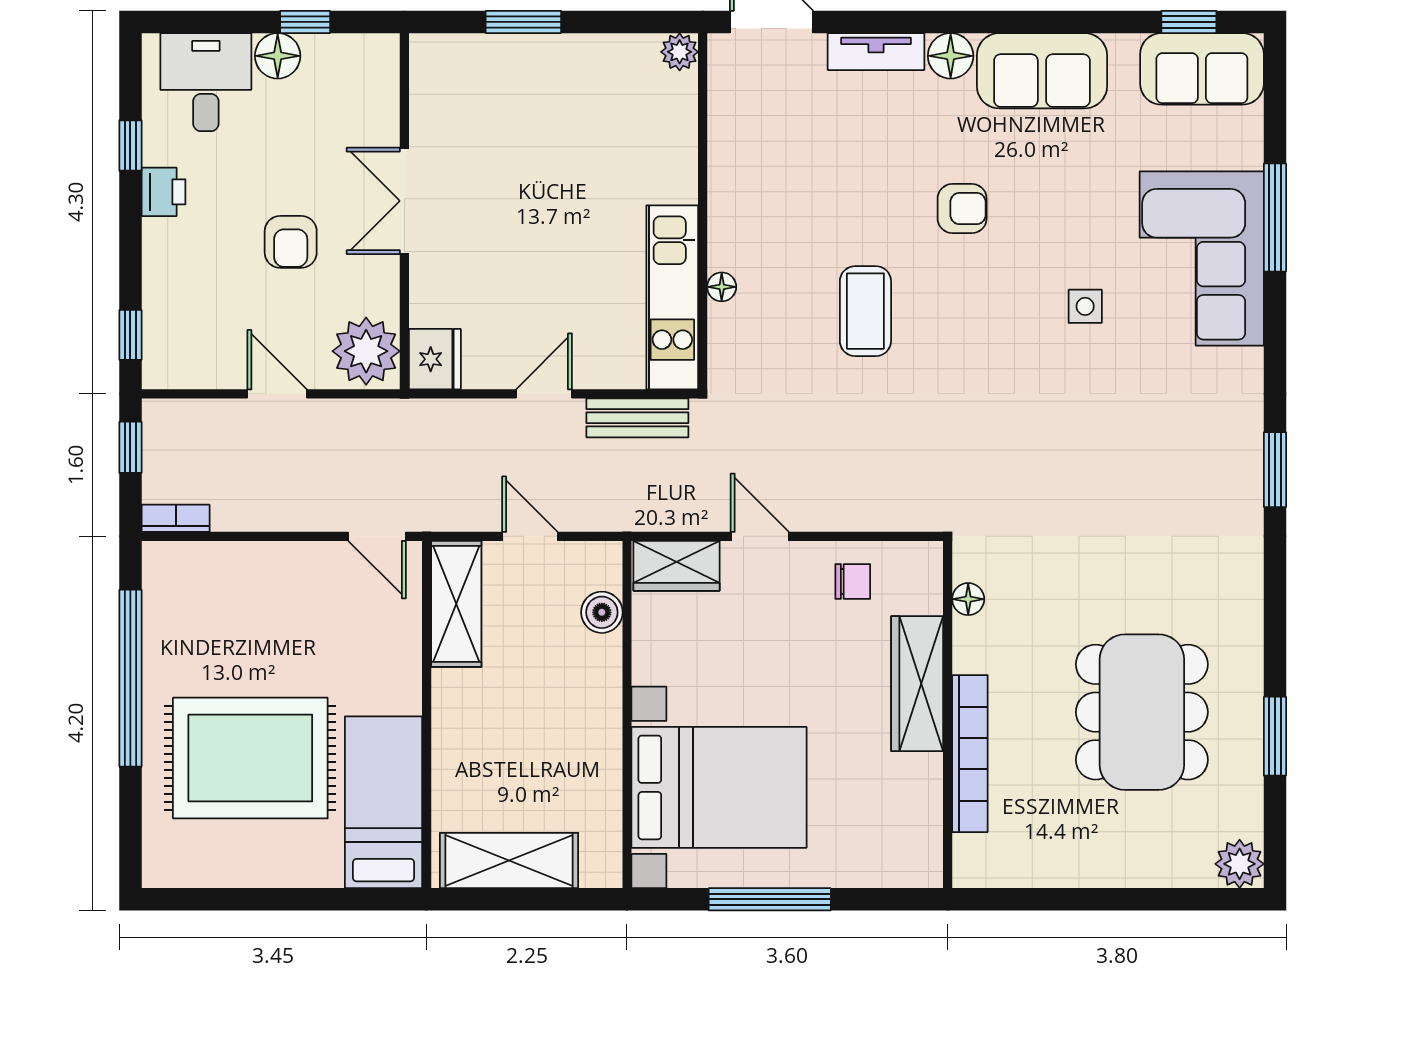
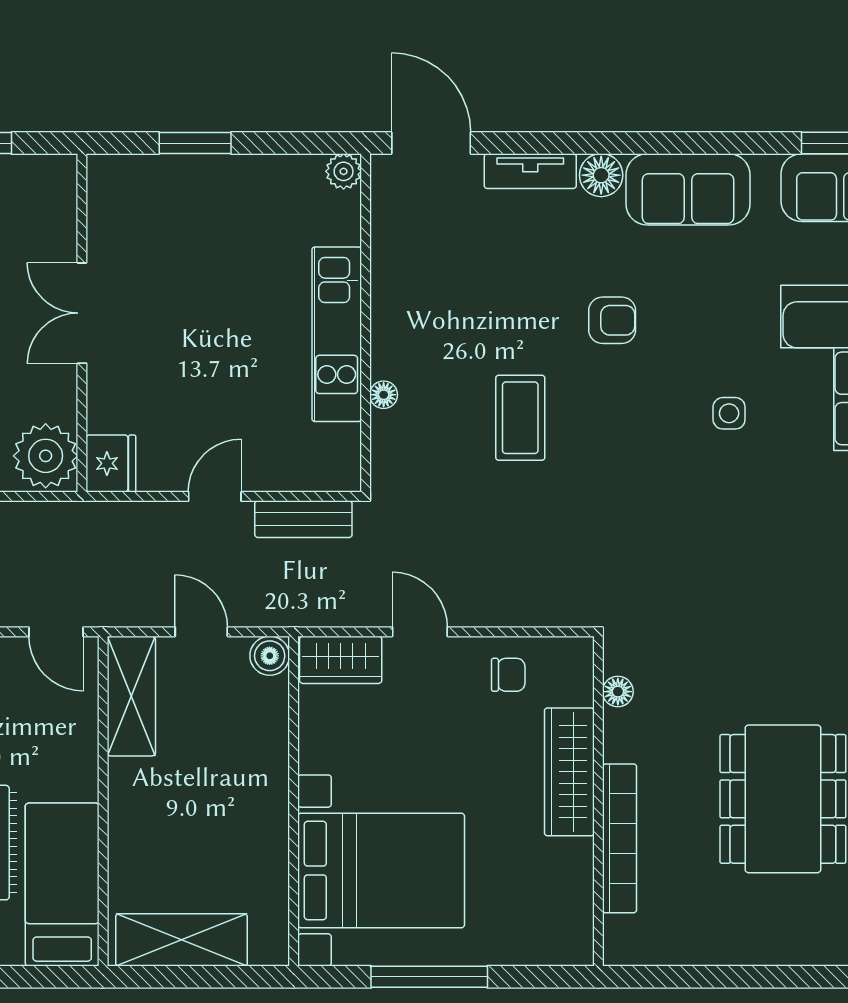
kitchen unit: (672, 297) -> (337, 334), moved
boiler: (602, 612) -> (270, 656), moved

